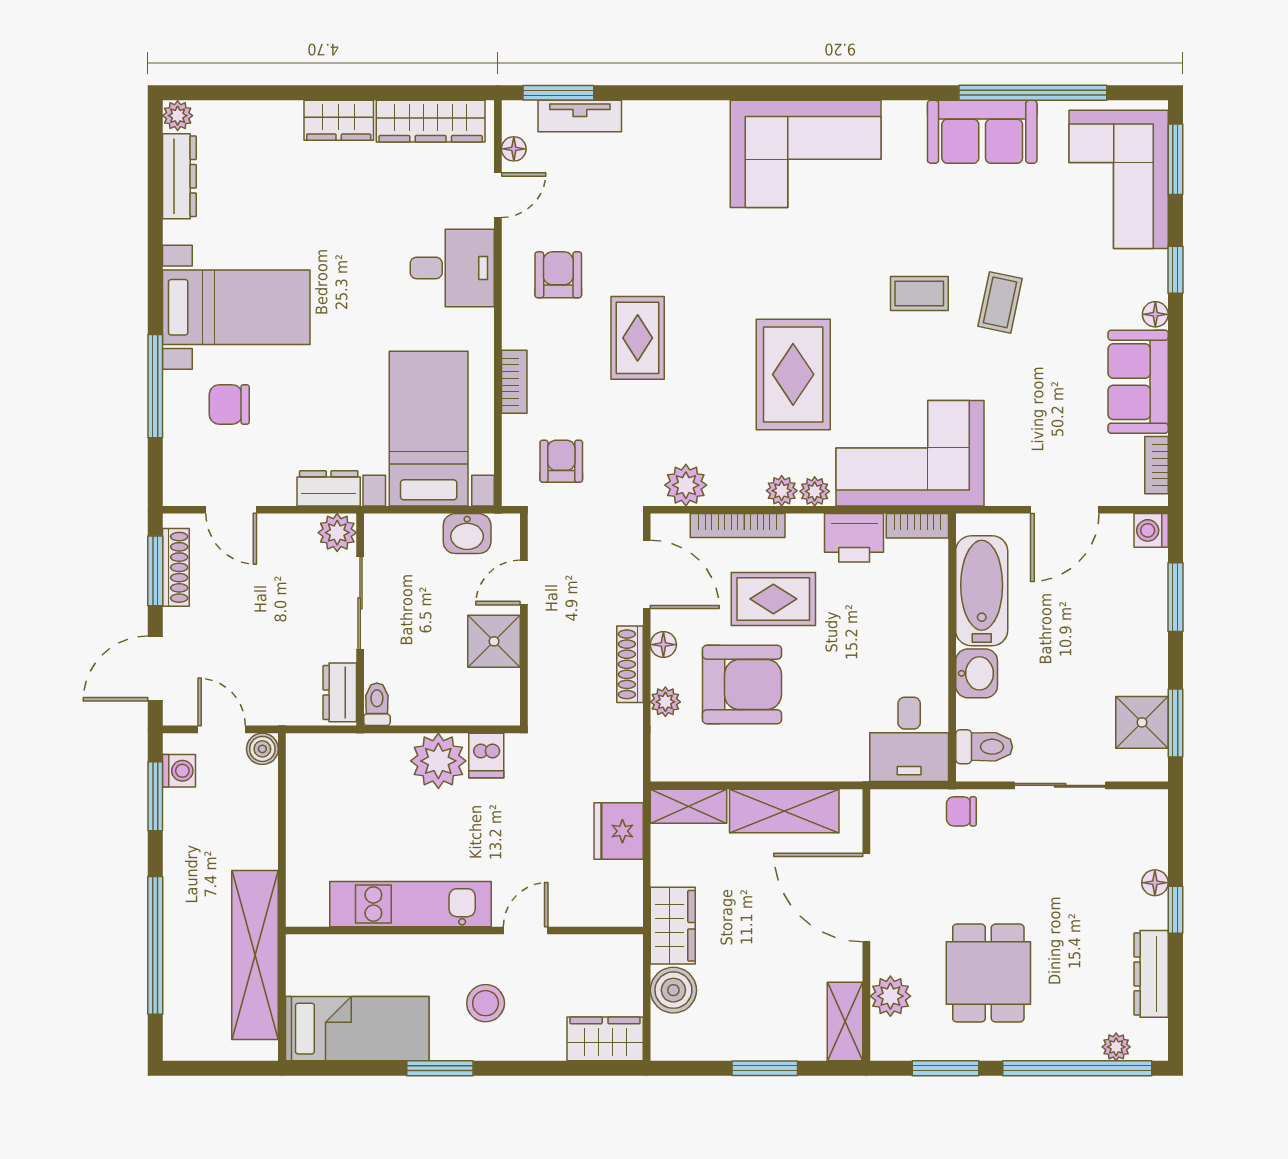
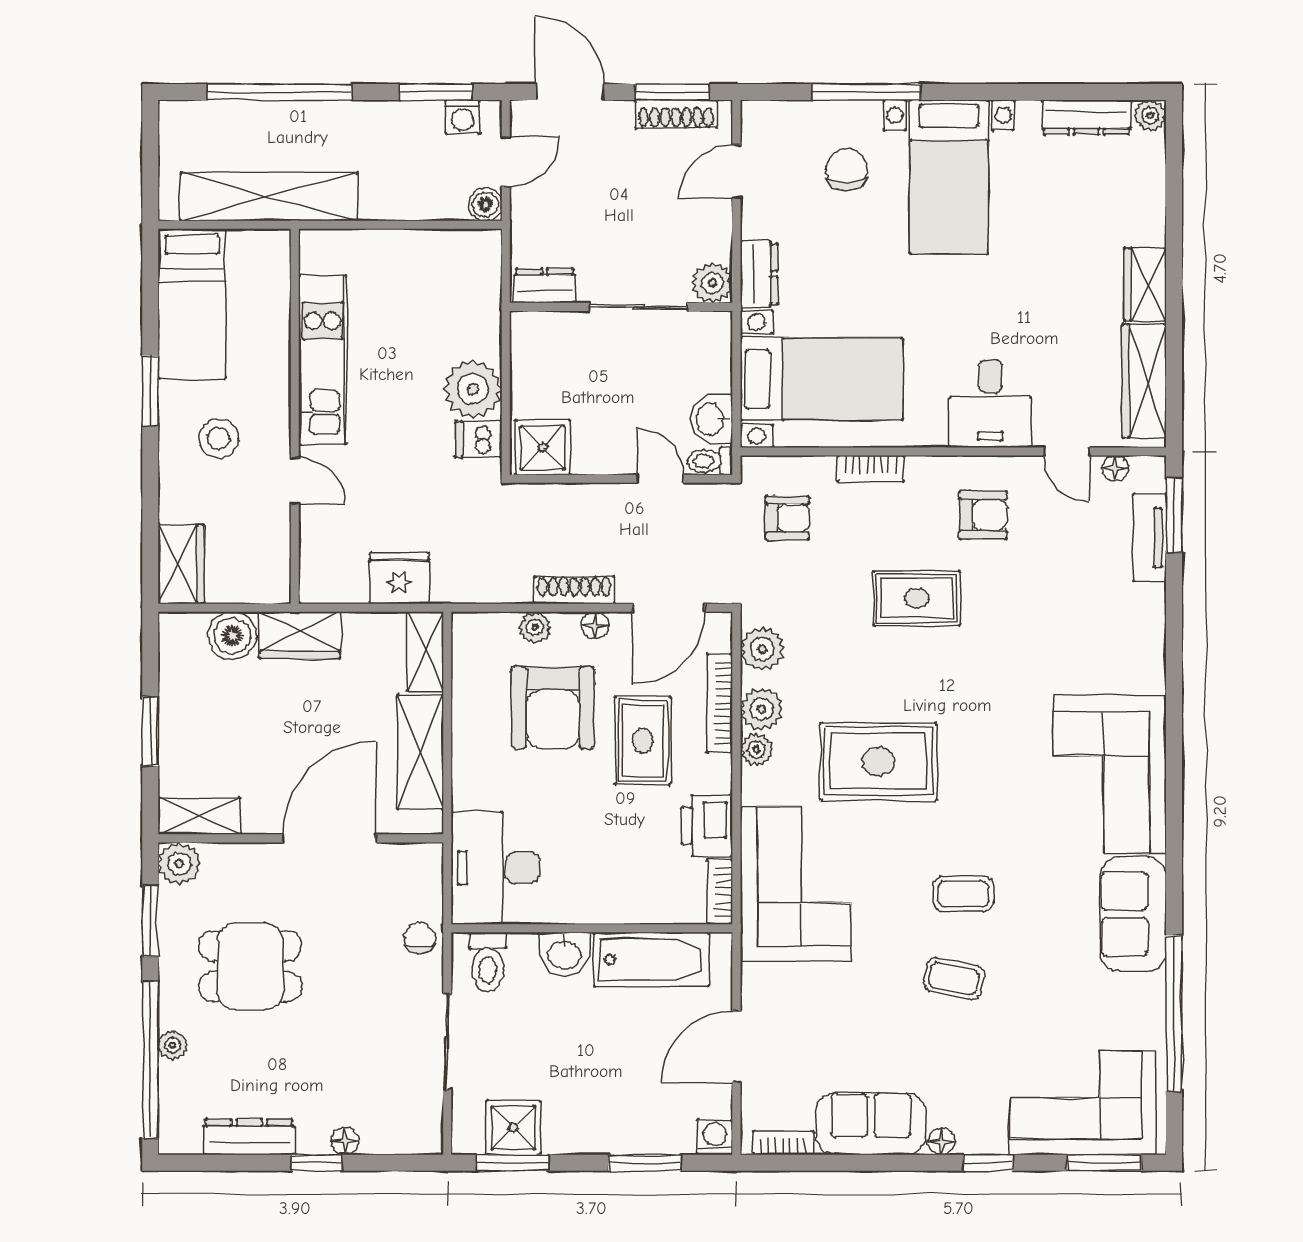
sofa: (982, 132) -> (1133, 914), moved
coffee table: (919, 294) -> (963, 894), turned 90
plant: (815, 491) -> (761, 709), moved, width x1.38, depth x1.38
door: (1065, 510) -> (736, 1047), hinge flipped
shower: (494, 641) -> (543, 447), moved
toilet: (377, 704) -> (710, 461), moved, turned 180
desk: (909, 739) -> (495, 868), width x1.37
plant: (890, 996) -> (179, 864), moved
plant: (1116, 1047) -> (173, 1045), moved

